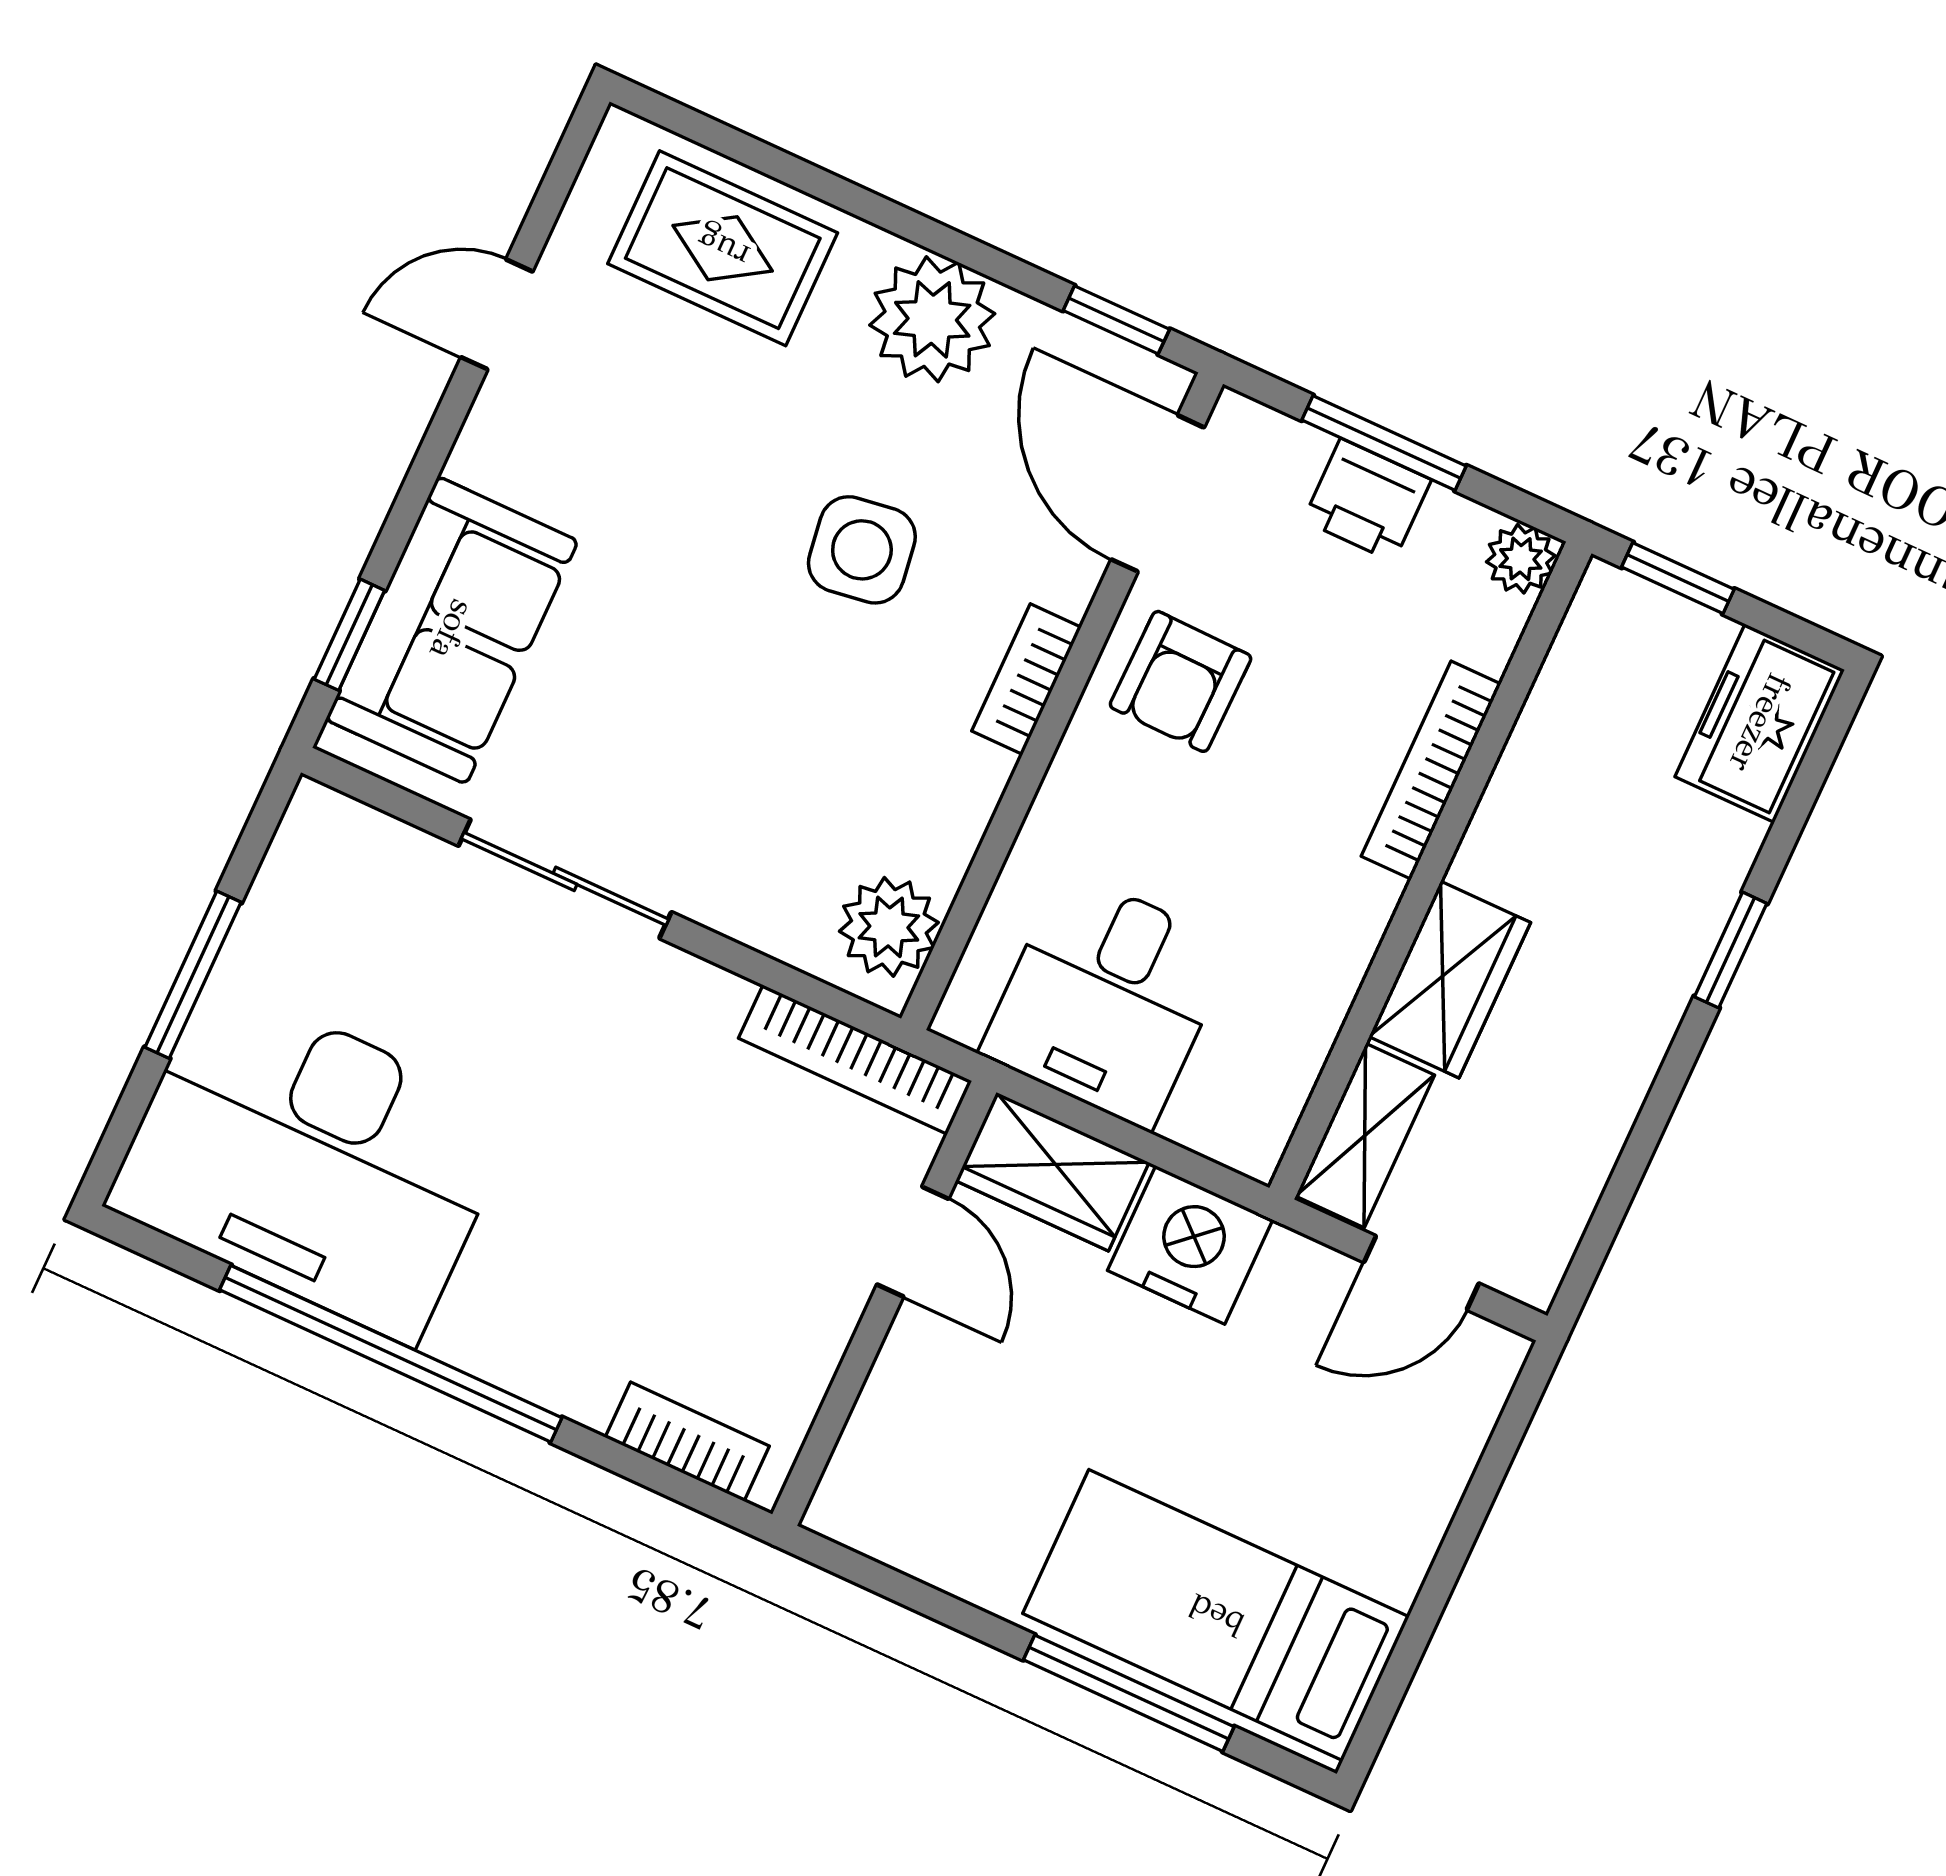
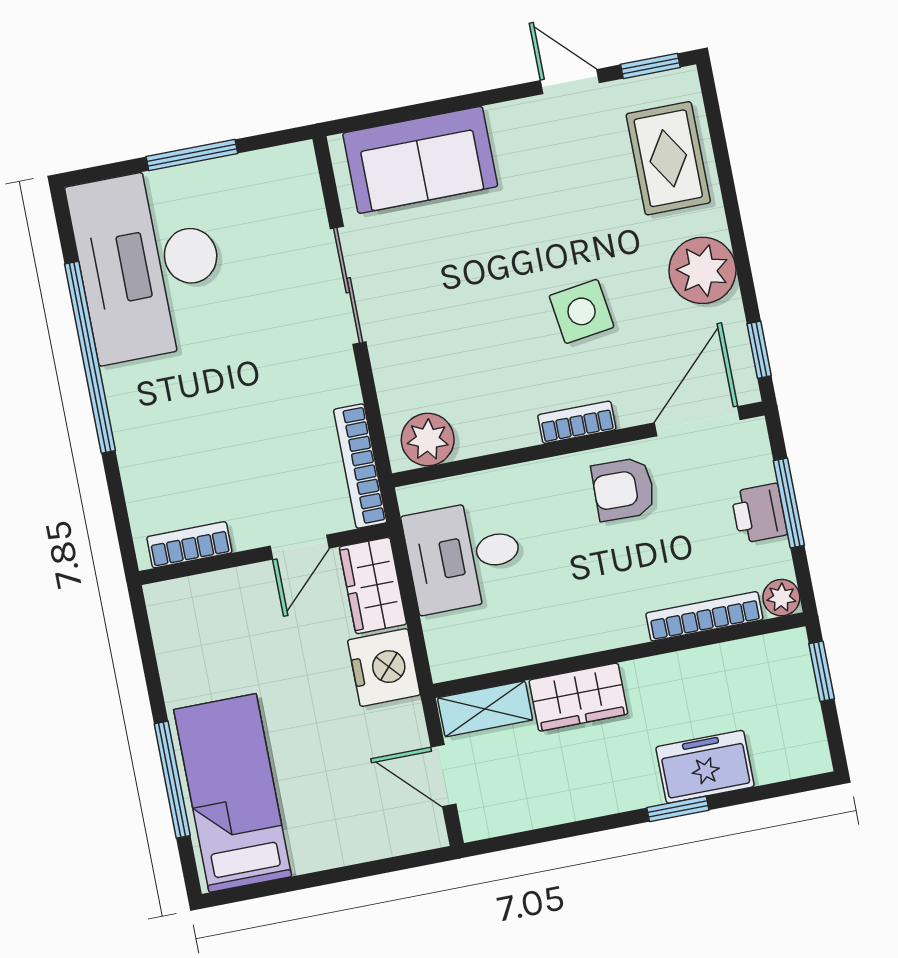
window: (349, 635) -> (650, 66), moved
freezer: (1760, 723) -> (705, 767), moved
bookcase: (1431, 770) -> (704, 616), moved
bookcase: (687, 1442) -> (189, 545), moved, turned -90

